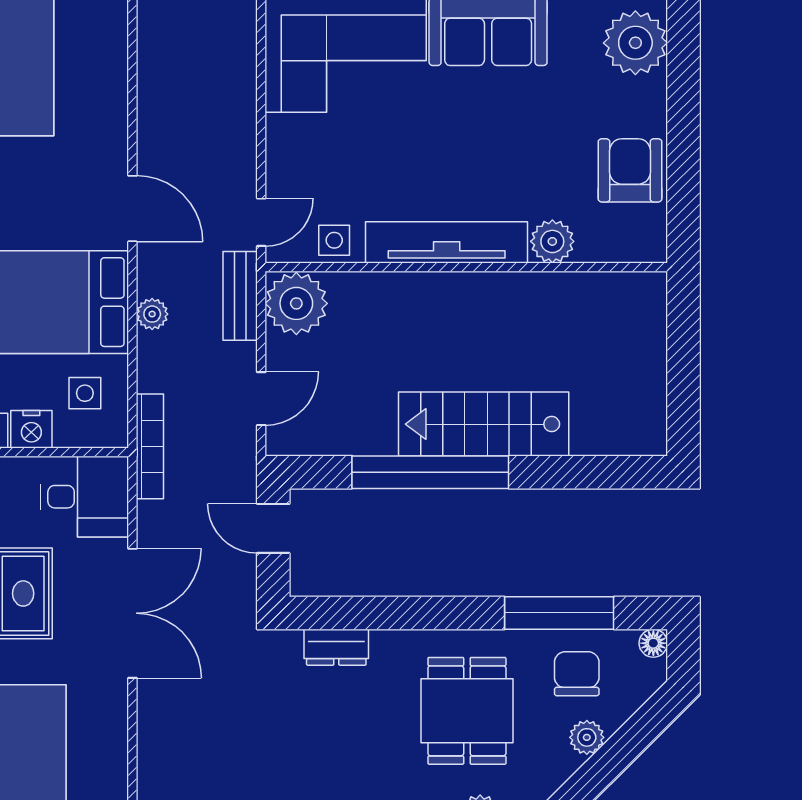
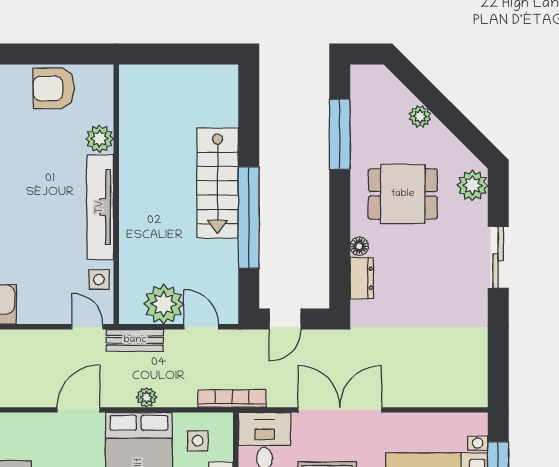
plant: (296, 303) -> (164, 304), moved
floor lamp: (653, 643) -> (359, 246), moved
chair: (577, 674) -> (379, 123), removed

